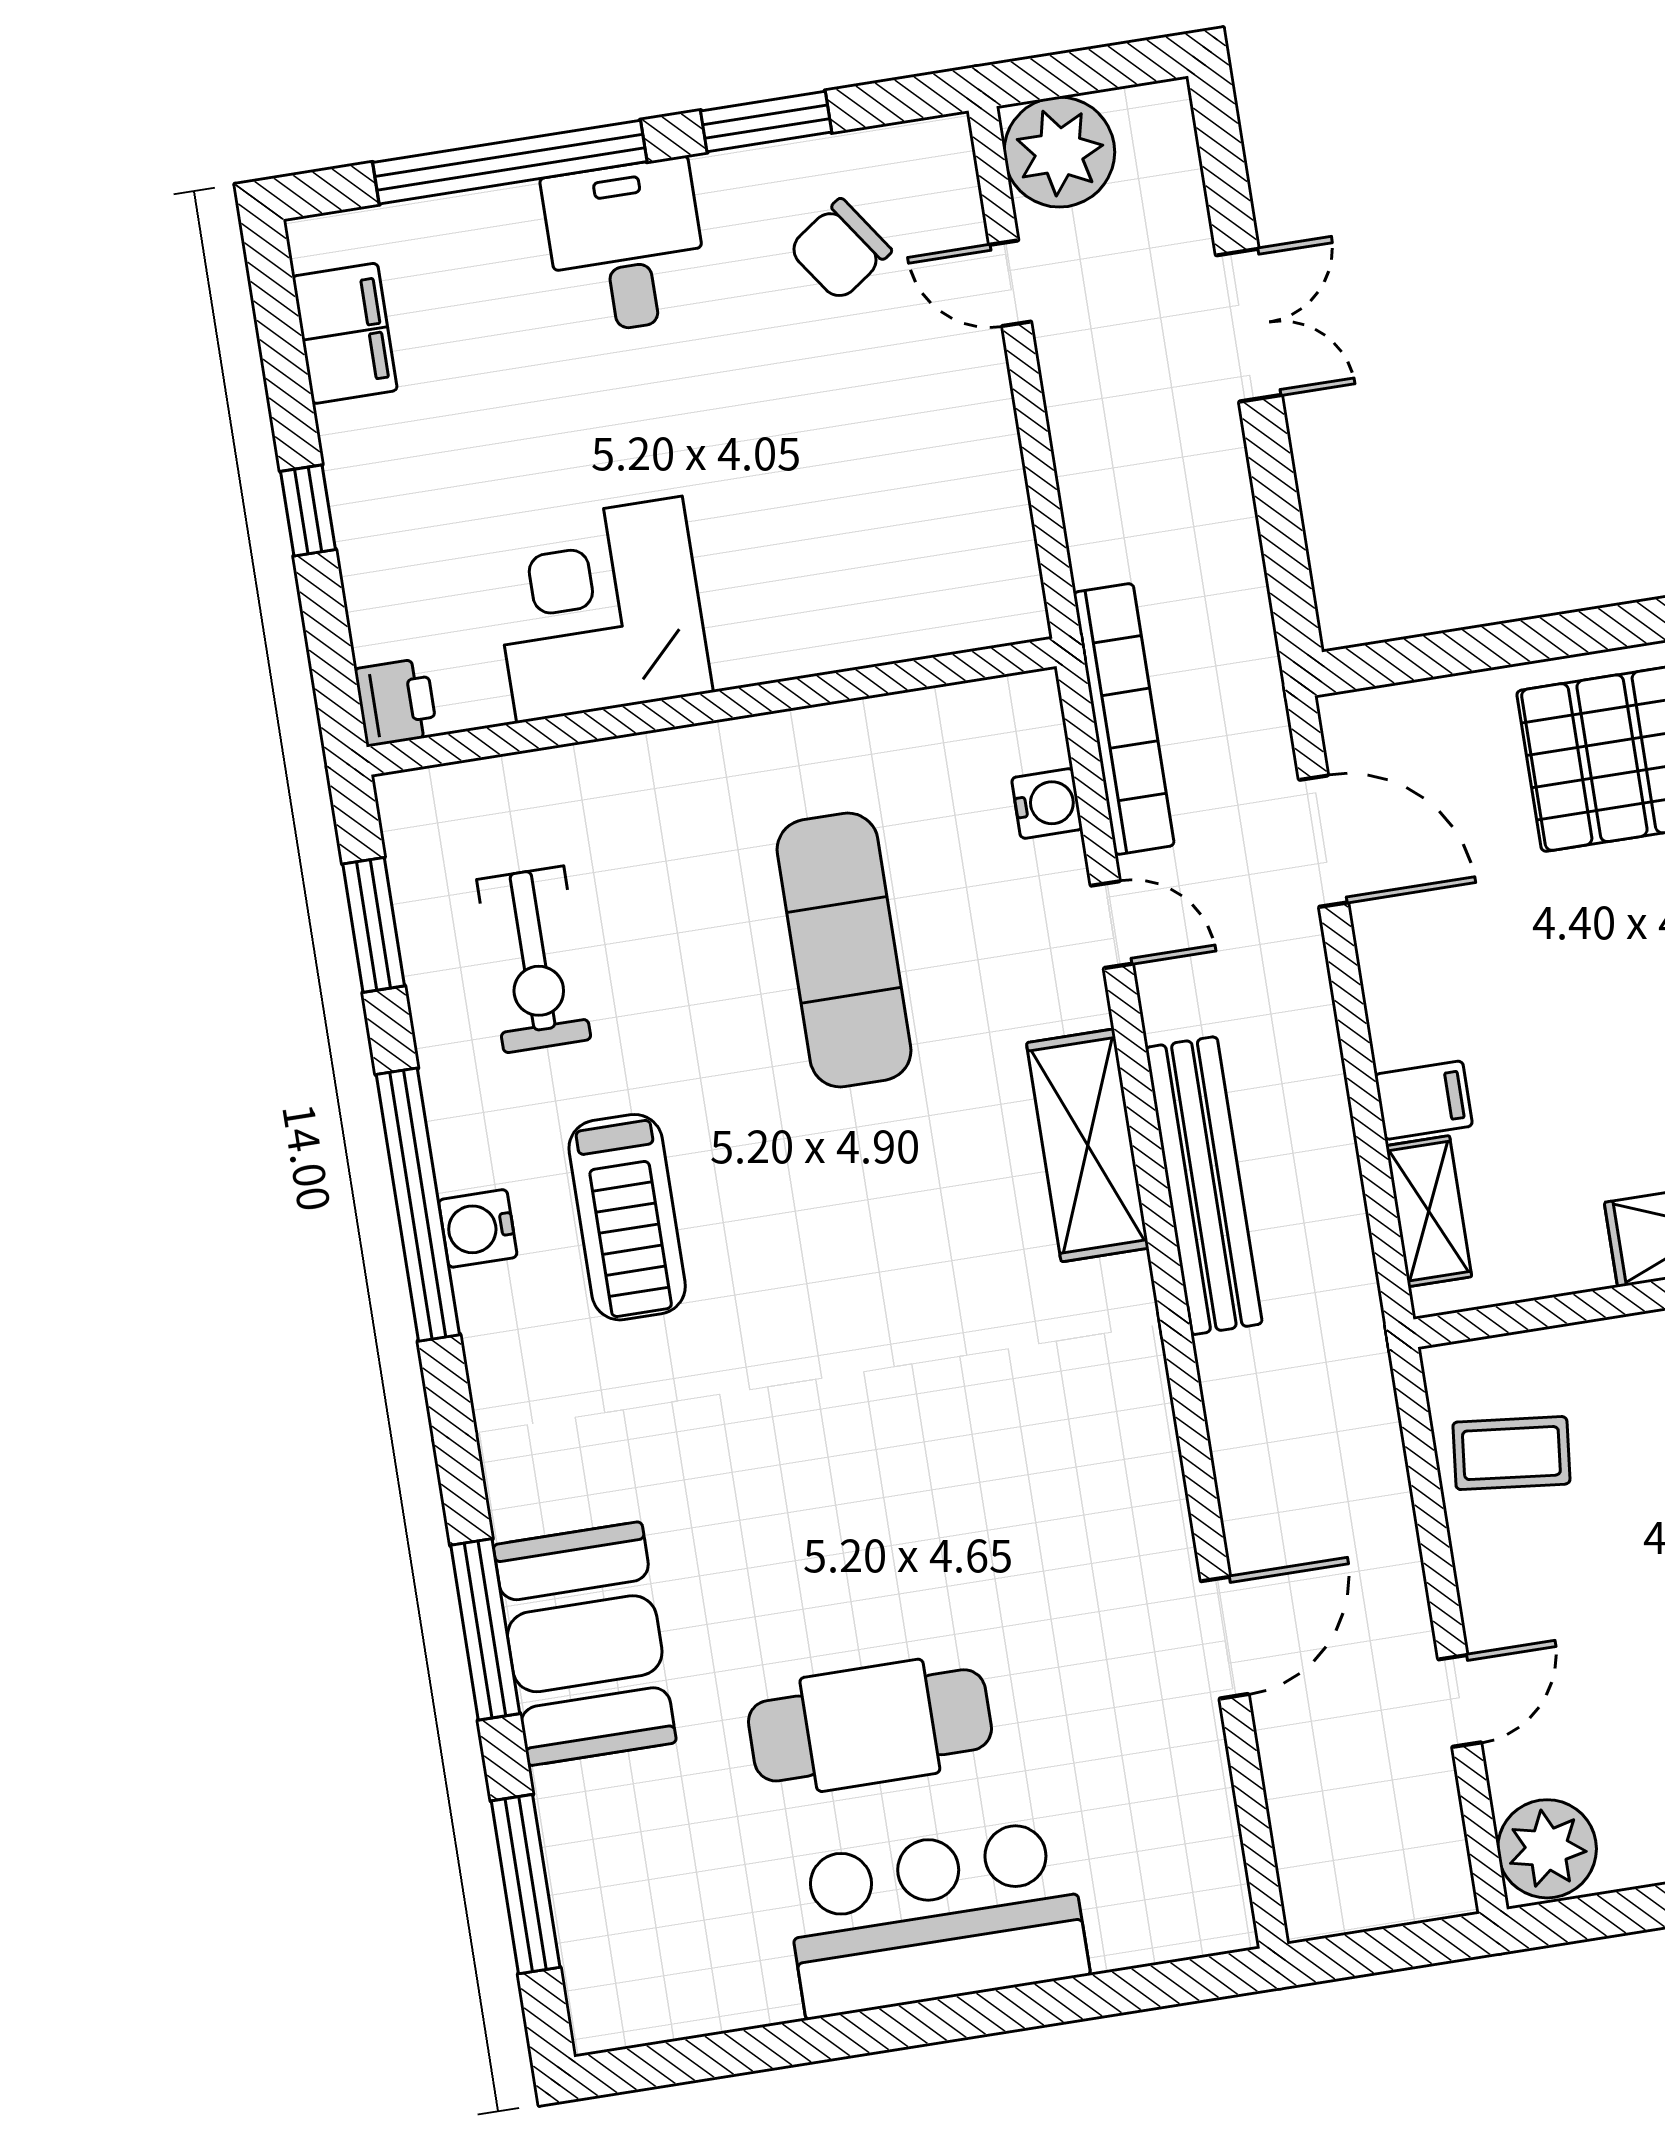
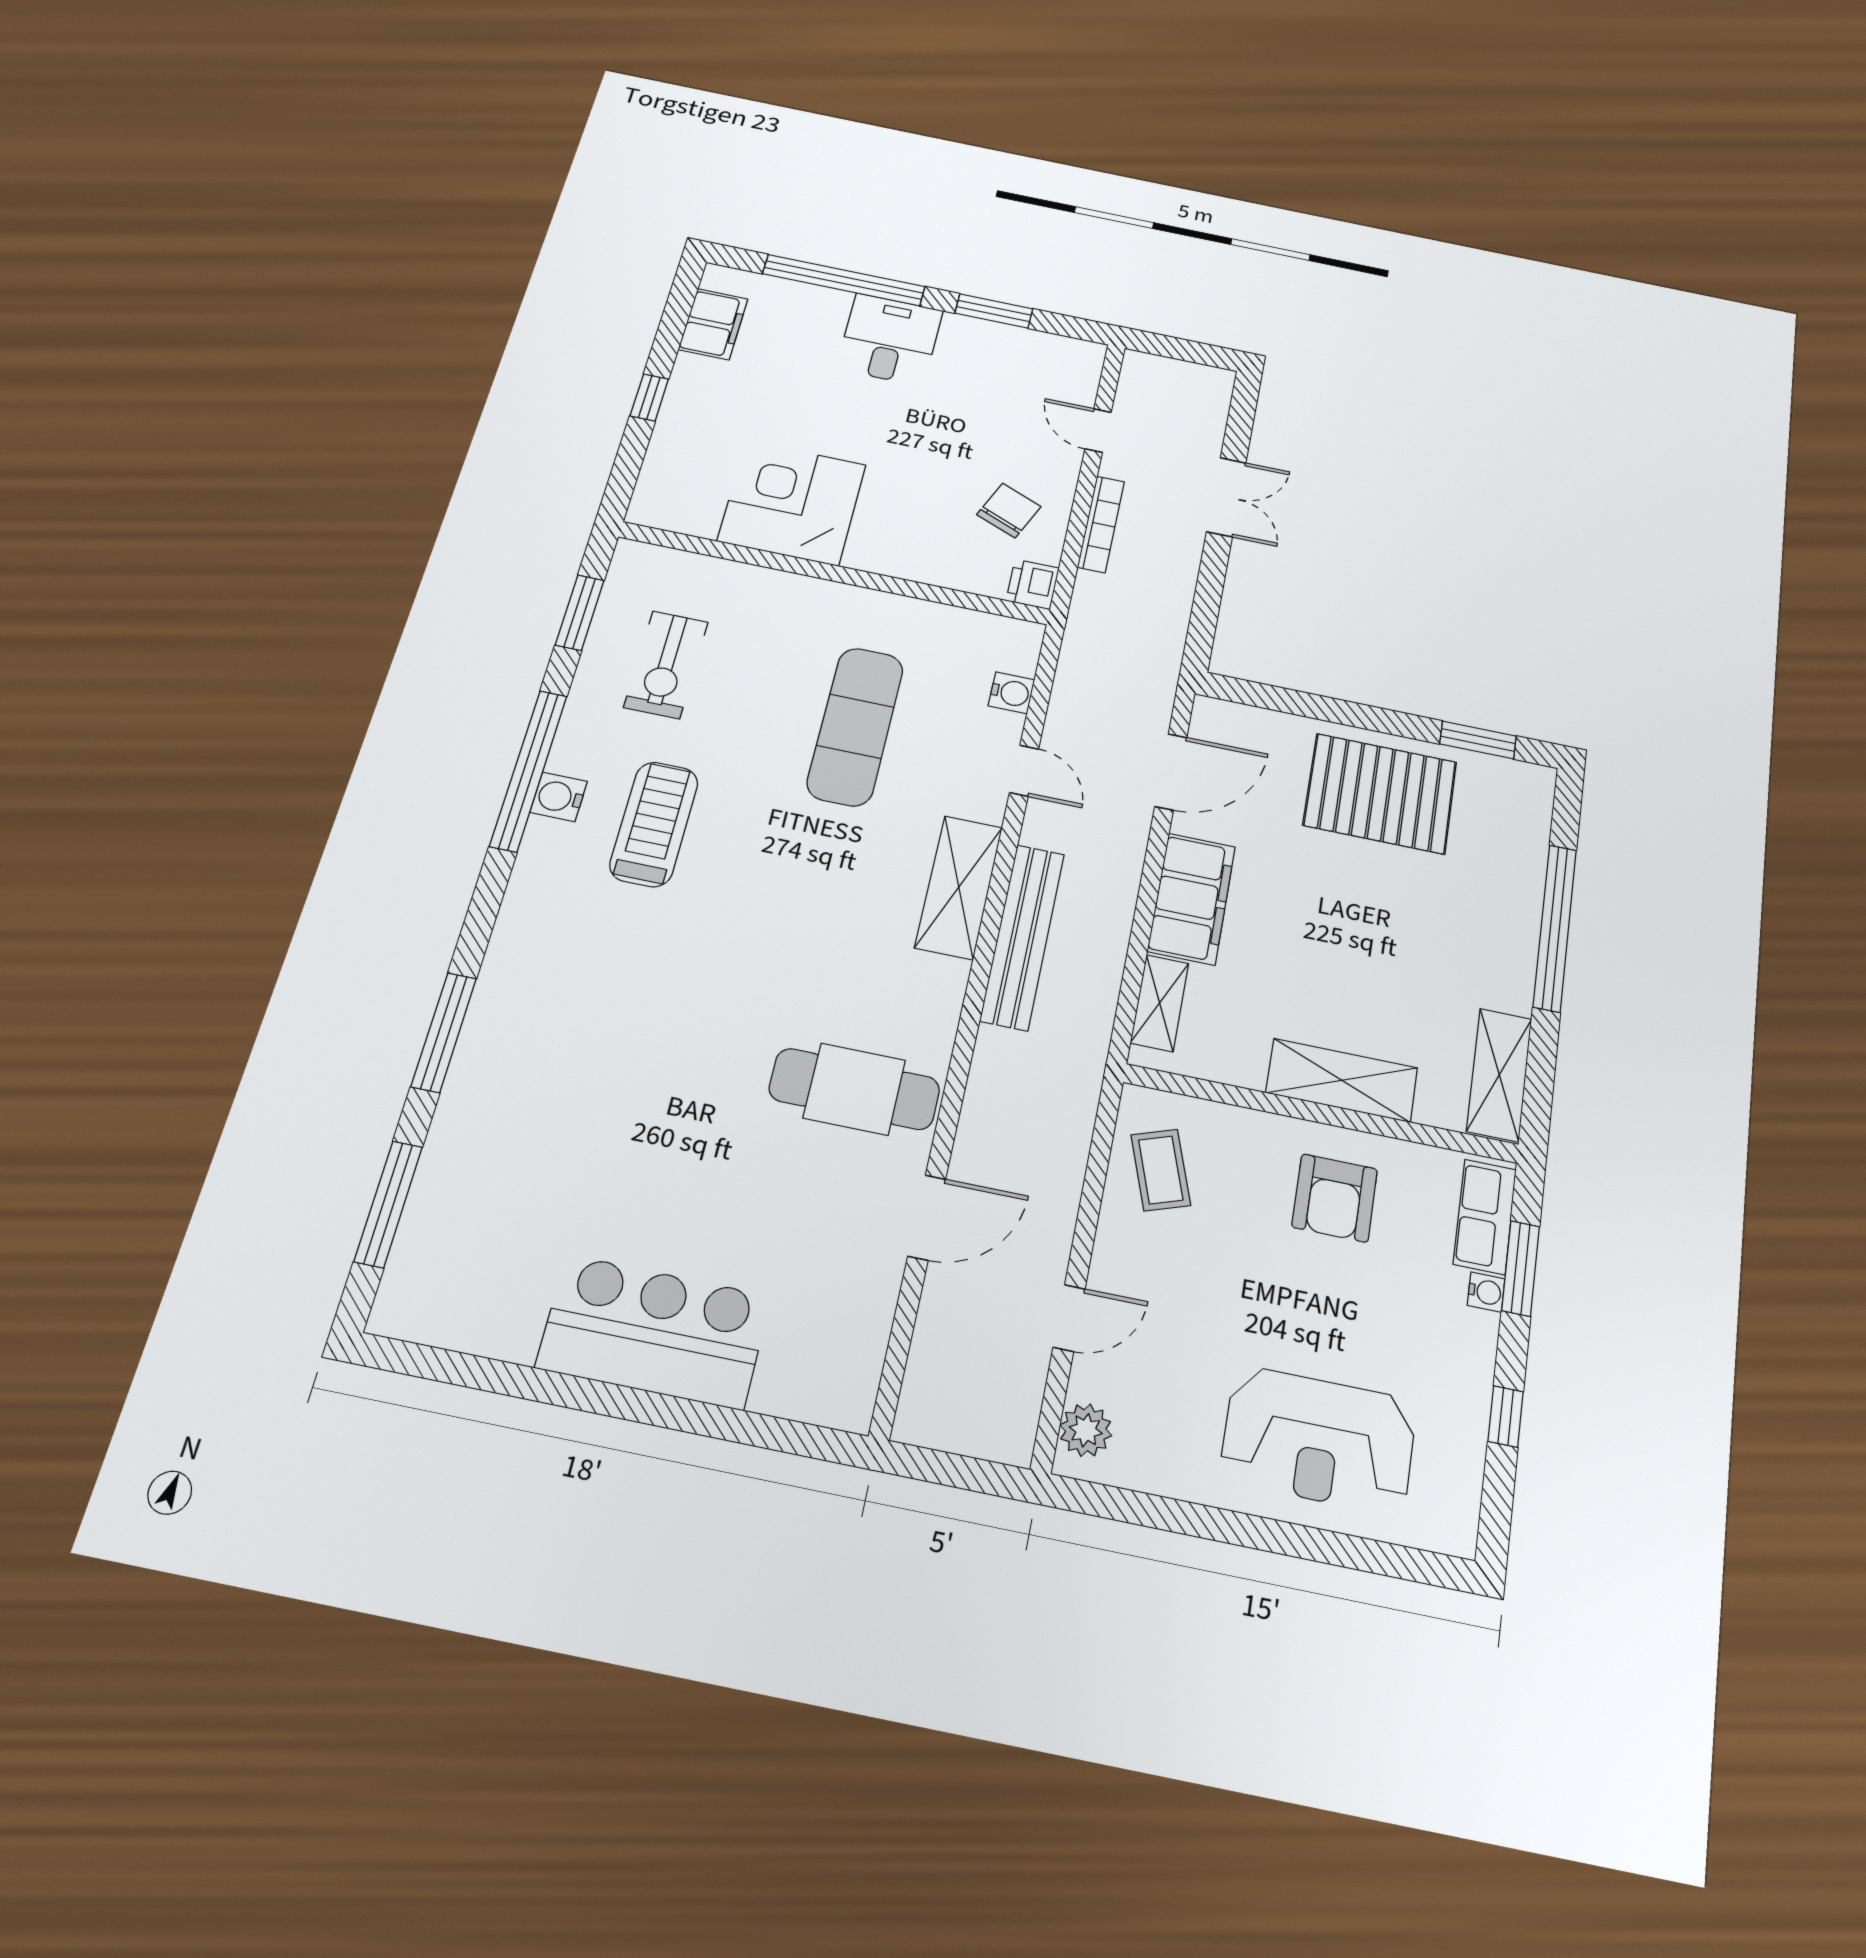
plant: (1059, 152) -> (1151, 380), removed
chair: (840, 250) -> (1009, 511), moved, turned 148
printer: (396, 702) -> (1033, 584), moved, turned 180
bookcase: (1124, 719) -> (1101, 524), moved, width x0.68, depth x0.76
door: (1324, 841) -> (1171, 772), hinge flipped
filing cabinet: (1424, 1100) -> (1192, 899), width x3.00, depth x1.17
treadmill: (627, 1217) -> (654, 824), turned 180
coffee table: (1511, 1453) -> (1161, 1170), turned 65
booth: (585, 1644) -> (504, 1065), removed
cafe table: (870, 1725) -> (854, 1089), moved
plant: (1547, 1849) -> (1086, 1430), width x0.73, depth x0.73

